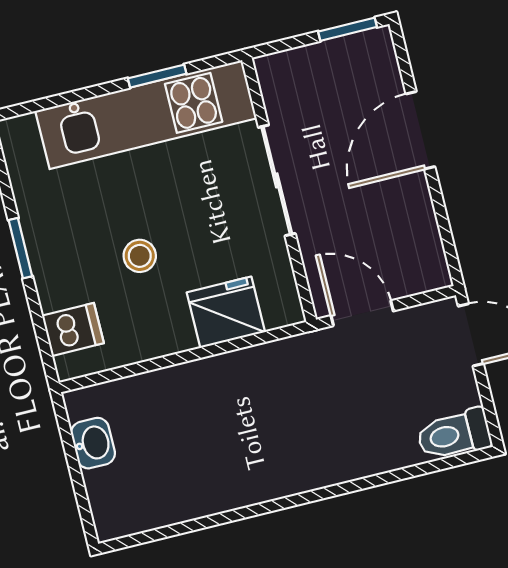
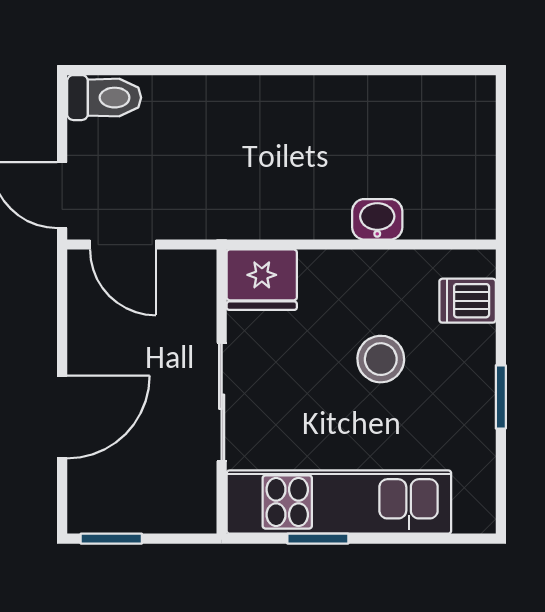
stool: (140, 256) -> (381, 359), width x1.37, depth x1.37
fridge: (226, 312) -> (262, 280), moved
door: (362, 313) -> (123, 245), moved
washbasin: (93, 443) -> (377, 219), moved, turned 90

